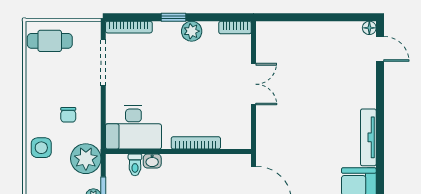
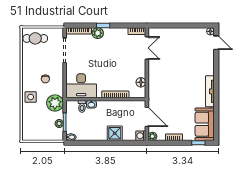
plant: (192, 31) -> (98, 33), moved
double door: (253, 84) -> (147, 48), moved
floor lamp: (242, 121) -> (141, 82), added

